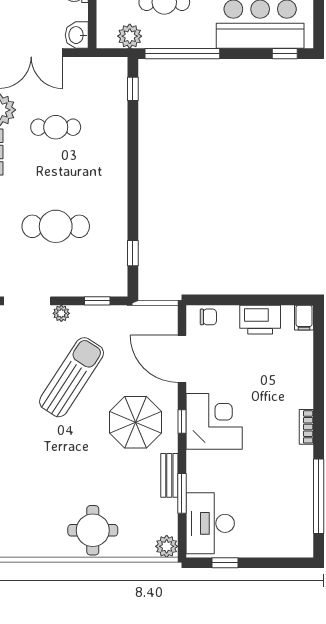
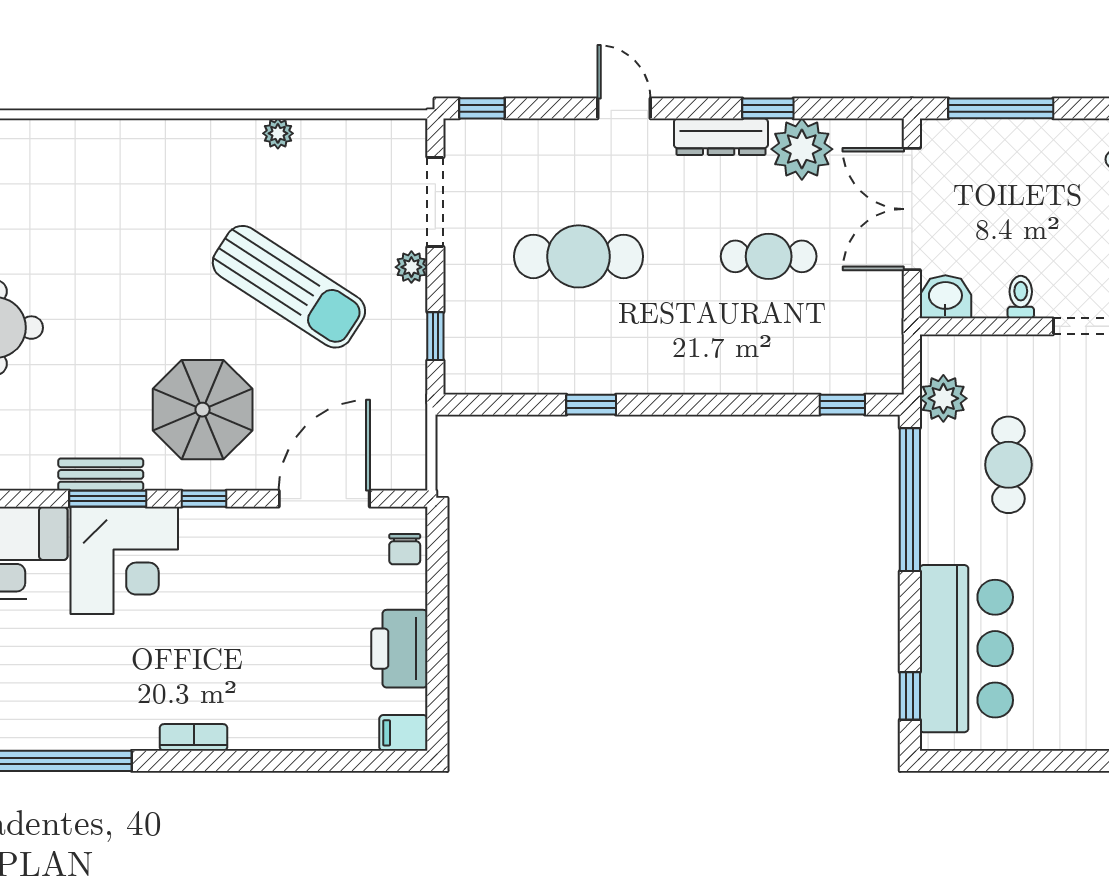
cafe table: (56, 127) -> (769, 256), turned 90
cafe table: (56, 226) -> (579, 256), turned 90
window: (133, 253) -> (591, 405), moved
corner desk: (214, 421) -> (124, 560), moved
window: (182, 493) -> (108, 499), moved

